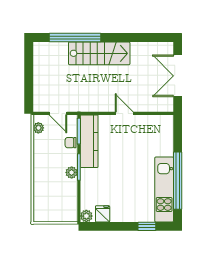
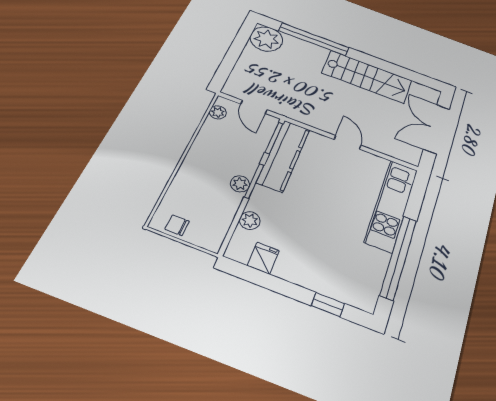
plant: (44, 53) -> (266, 39), added
stairs: (99, 53) -> (367, 77), moved
chair: (71, 143) -> (177, 225), moved
kitchen unit: (164, 189) -> (391, 205), moved
plant: (86, 216) -> (250, 221), moved

